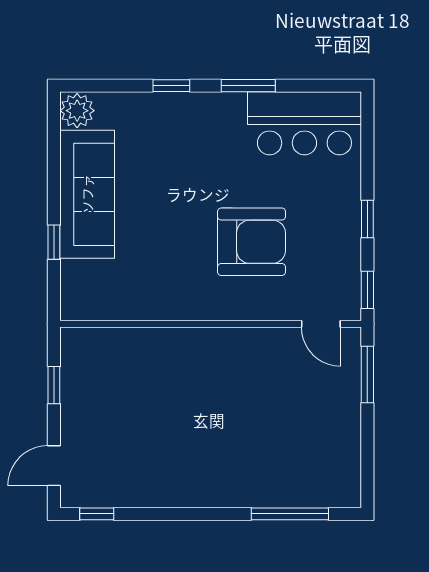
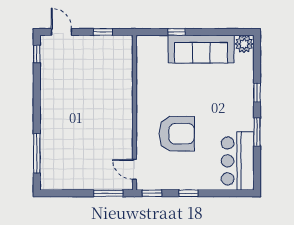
armchair: (252, 242) -> (177, 134), turned -90
door: (321, 324) -> (134, 169), hinge flipped

